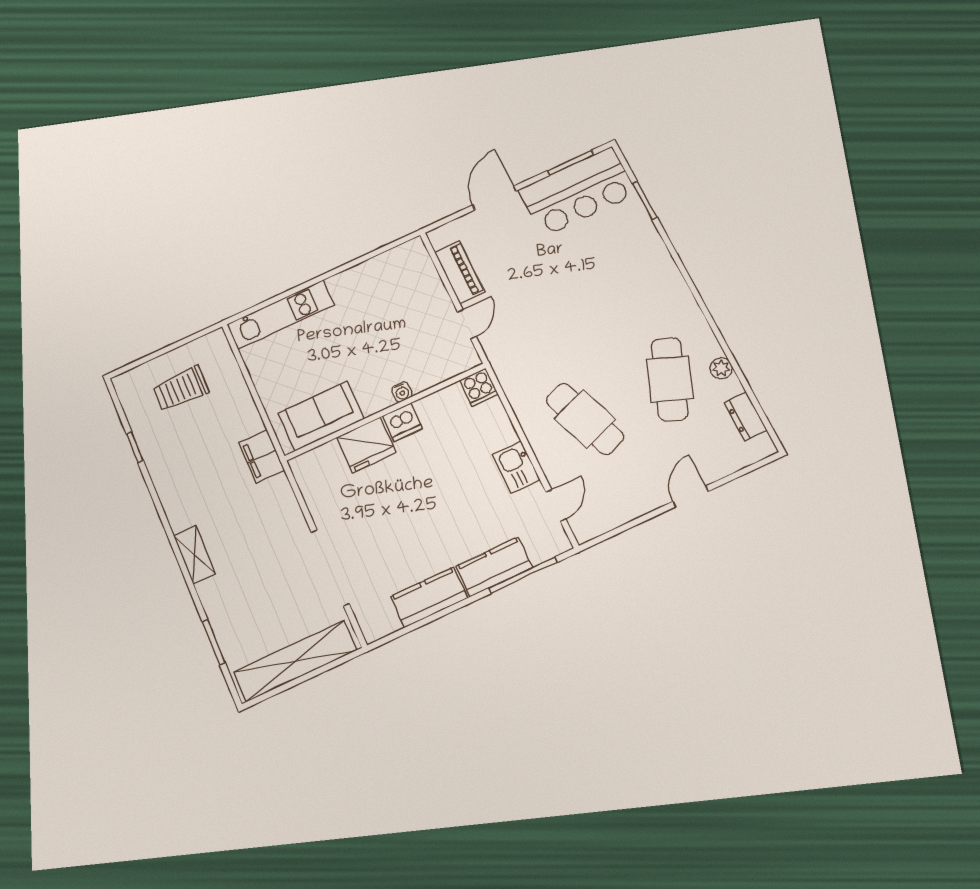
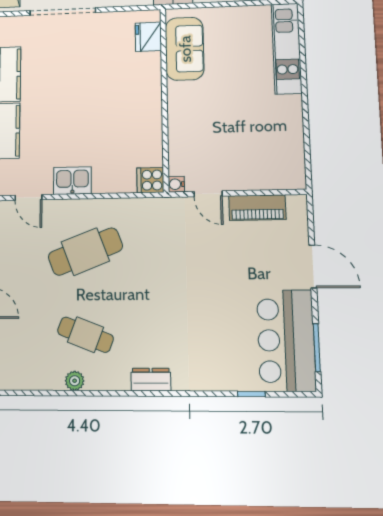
window: (645, 200) -> (251, 394), width x0.67
cafe table: (670, 379) -> (85, 335), width x0.73, depth x0.74
water cooler: (402, 392) -> (176, 184), moved
dresser: (745, 416) -> (151, 380), moved
dishwasher: (402, 422) -> (150, 109), removed
fridge: (366, 445) -> (148, 37), moved, width x0.73, depth x0.75

